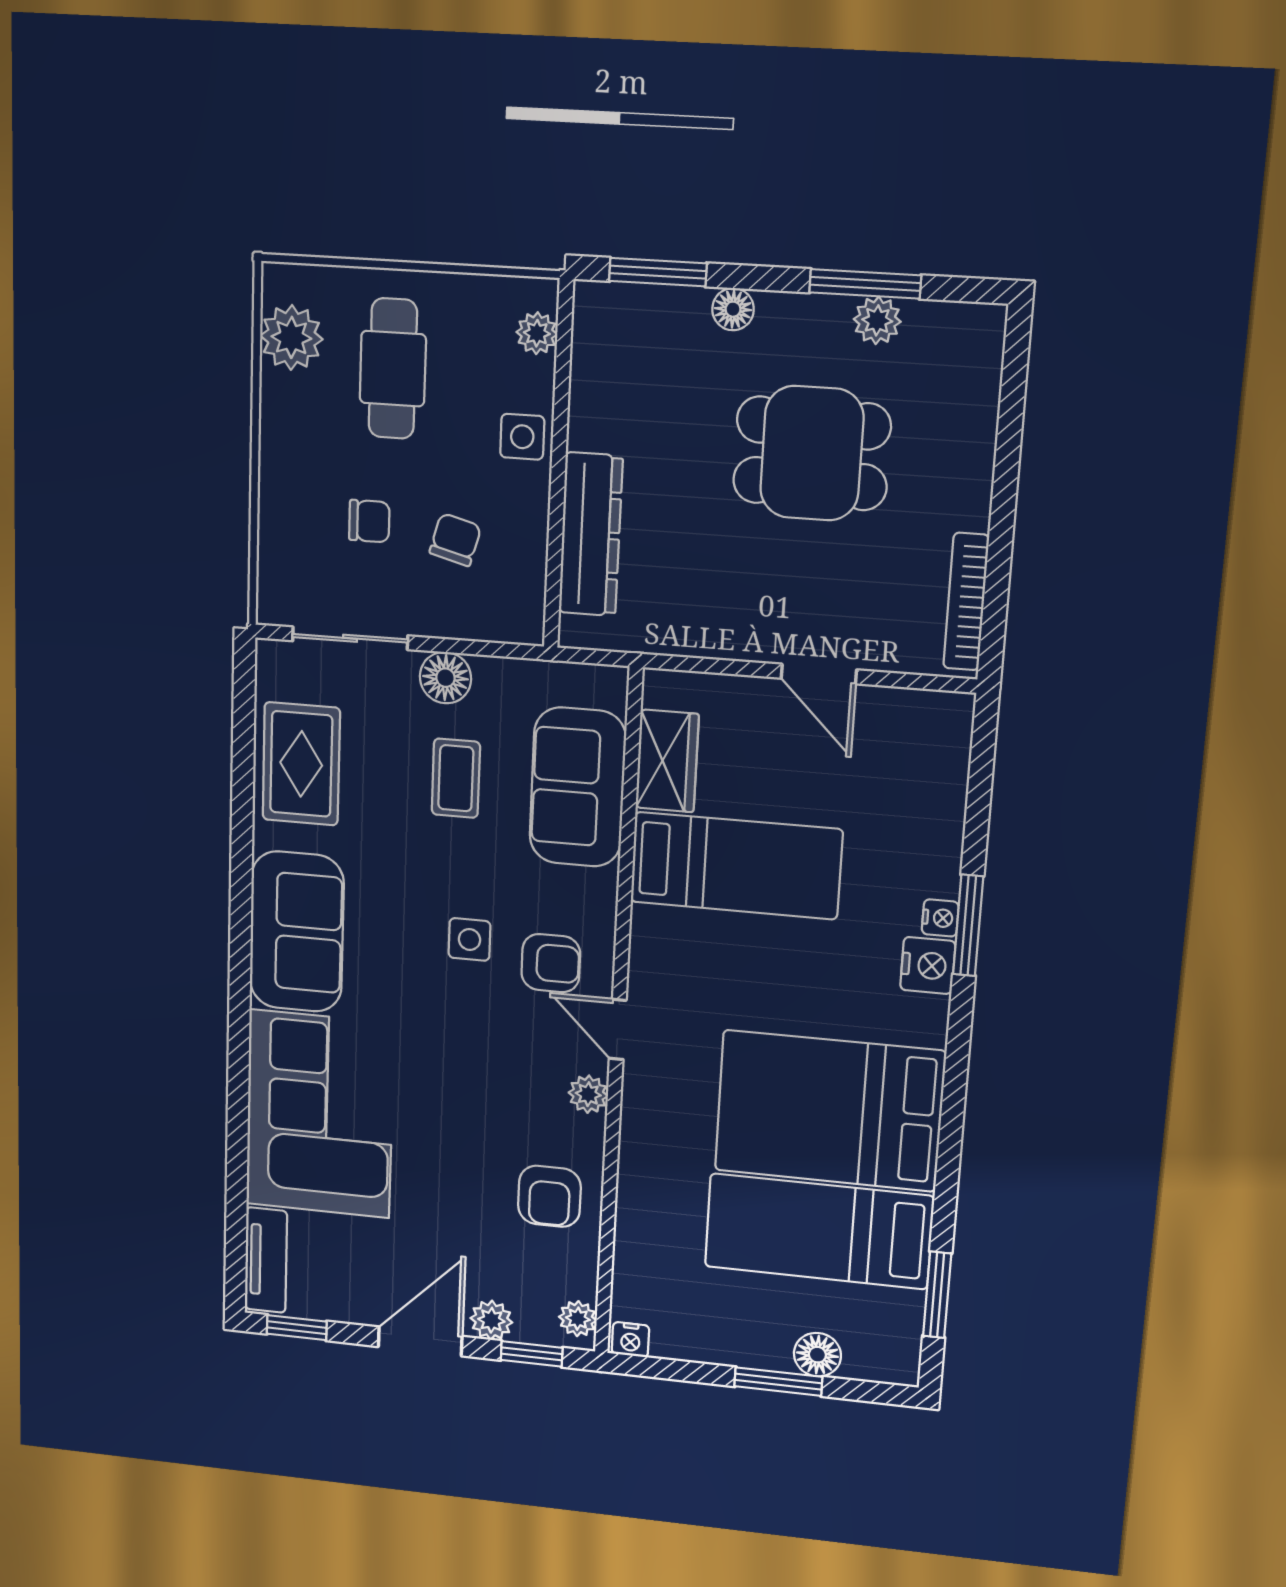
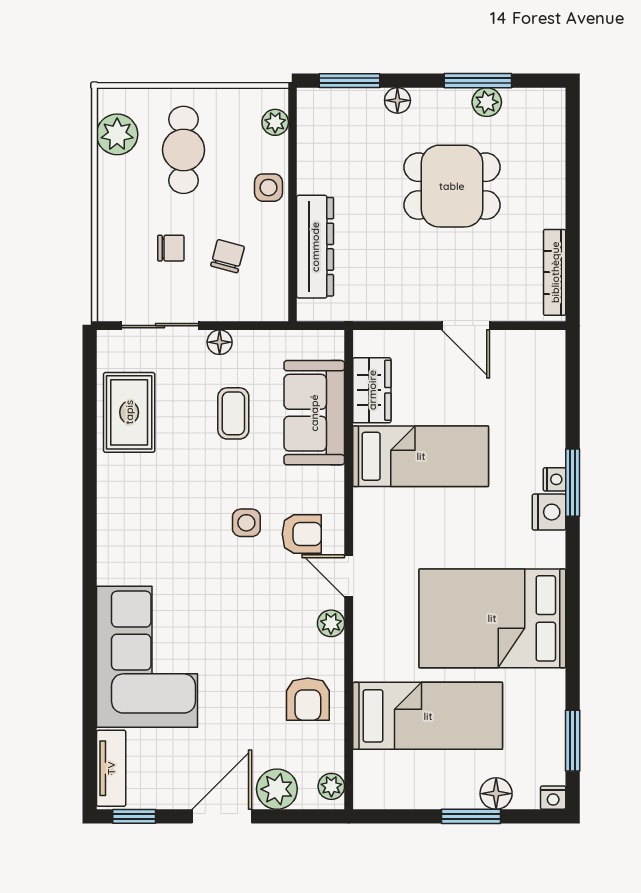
floor lamp: (445, 678) -> (220, 342), width x0.73, depth x0.73
sofa: (297, 932) -> (128, 528), removed
bed: (819, 1231) -> (428, 716), moved, turned 180
plant: (491, 1320) -> (277, 789), width x1.38, depth x1.38
nightstand: (630, 1340) -> (553, 798), moved
window: (532, 1354) -> (300, 816), removed

